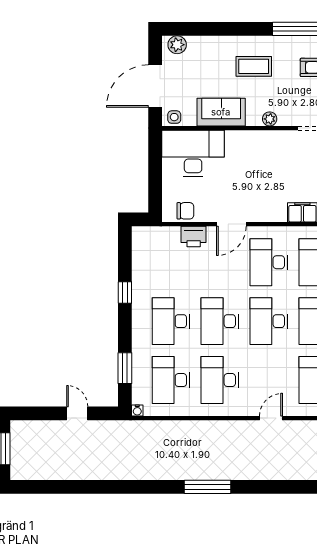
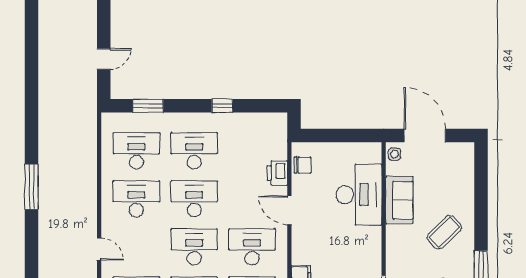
plant: (177, 45) -> (465, 157), removed
coffee table: (254, 66) -> (444, 232), turned 46
plant: (270, 119) -> (393, 248), removed
desk: (193, 153) -> (359, 195), moved
chair: (185, 211) -> (302, 165), turned -90
water cooler: (137, 410) -> (107, 118), removed

